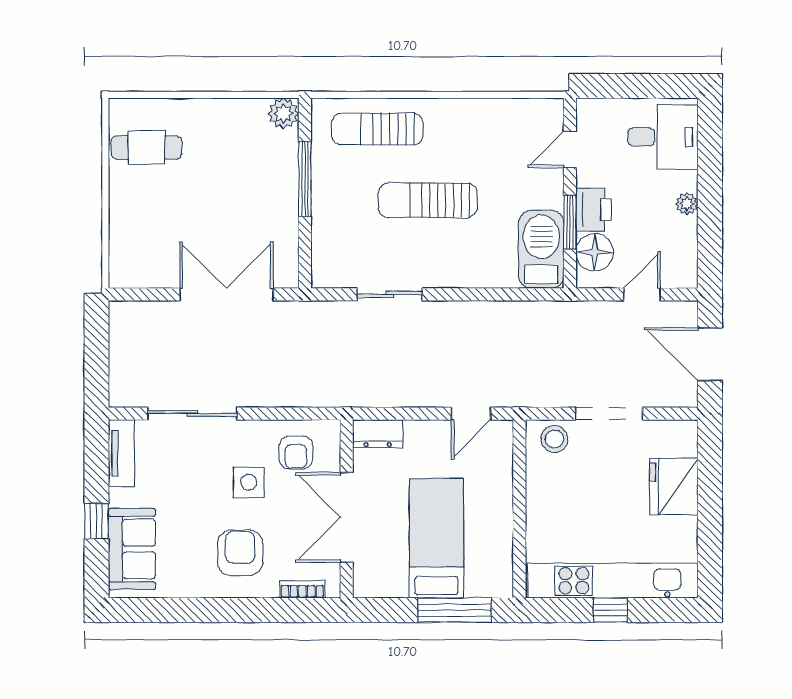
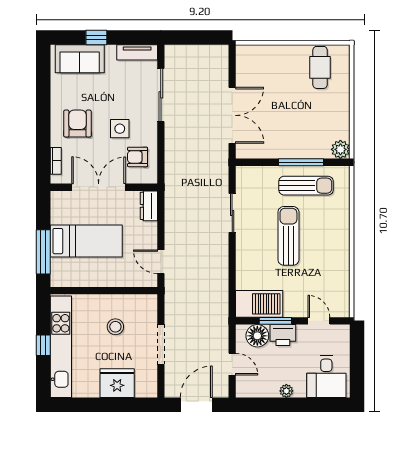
sun lounger: (377, 129) -> (306, 186), moved, turned 90
stool: (554, 439) -> (115, 327), moved
armchair: (240, 553) -> (77, 124), turned -90

